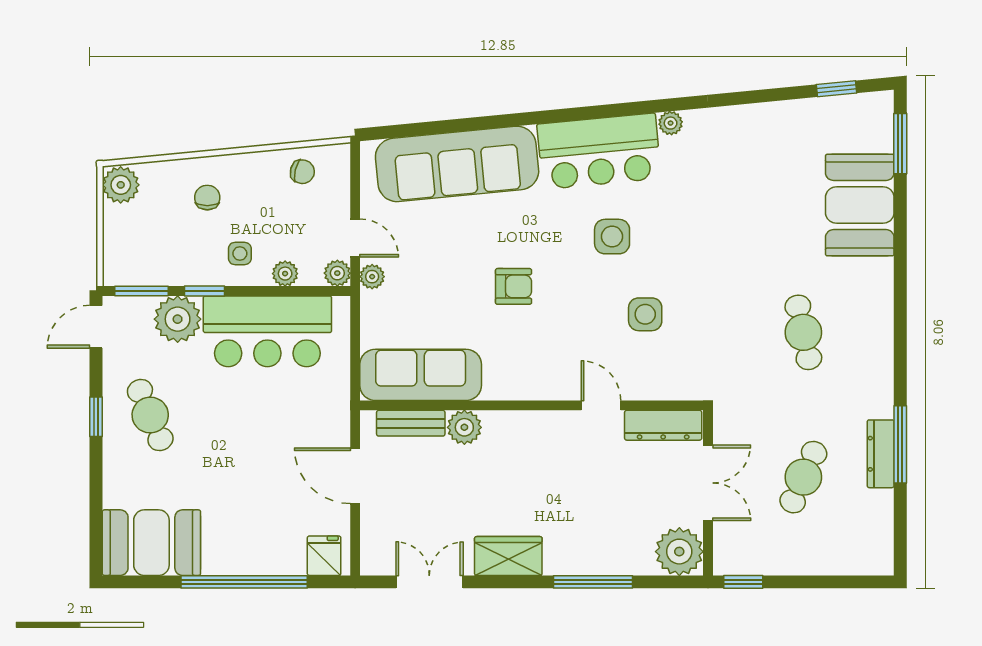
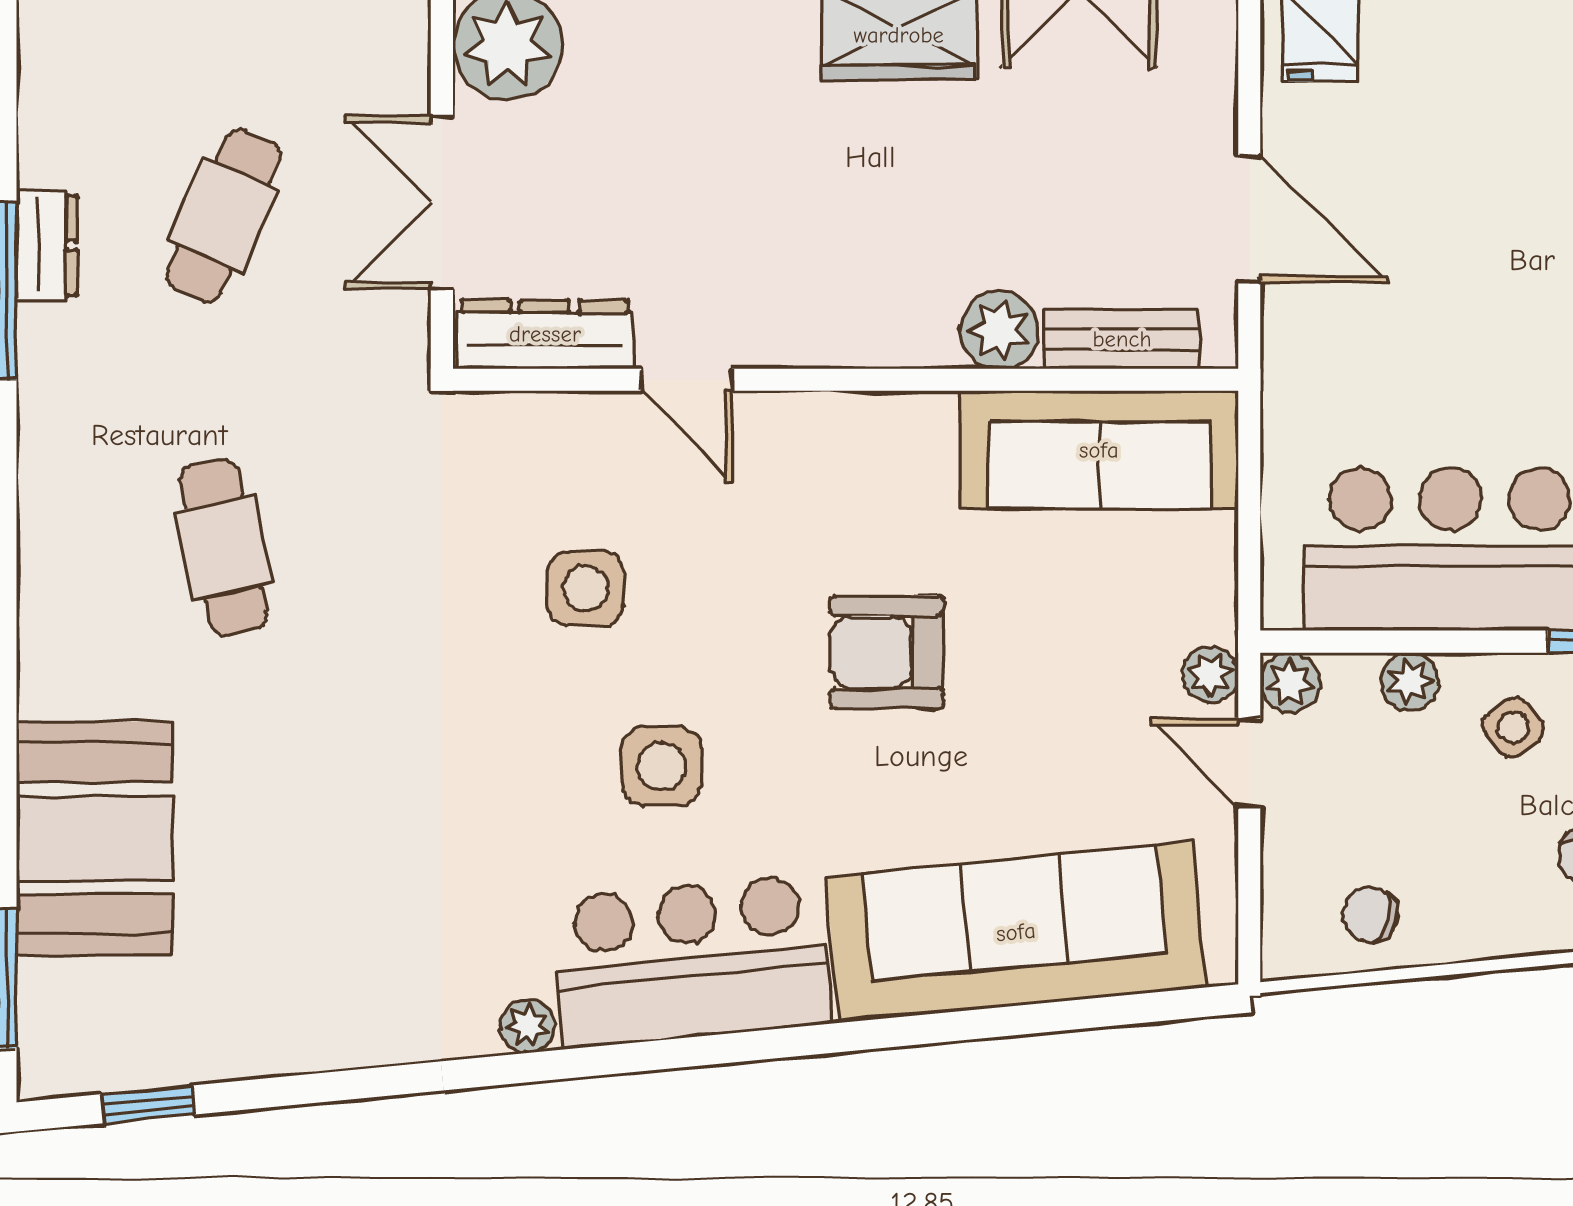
side table: (240, 253) -> (1513, 727), turned -37
armchair: (514, 286) -> (887, 652), width x1.38, depth x1.38
dresser: (881, 454) -> (47, 246), width x0.70

